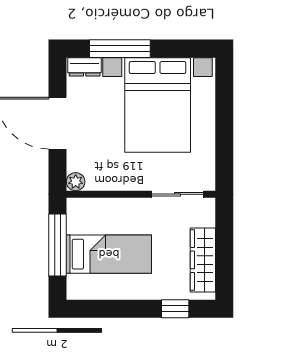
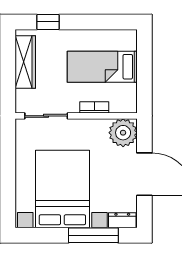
plant: (76, 182) -> (123, 133), width x1.88, depth x1.88
bookcase: (119, 205) -> (94, 107), added
window: (58, 245) -> (144, 74), removed

